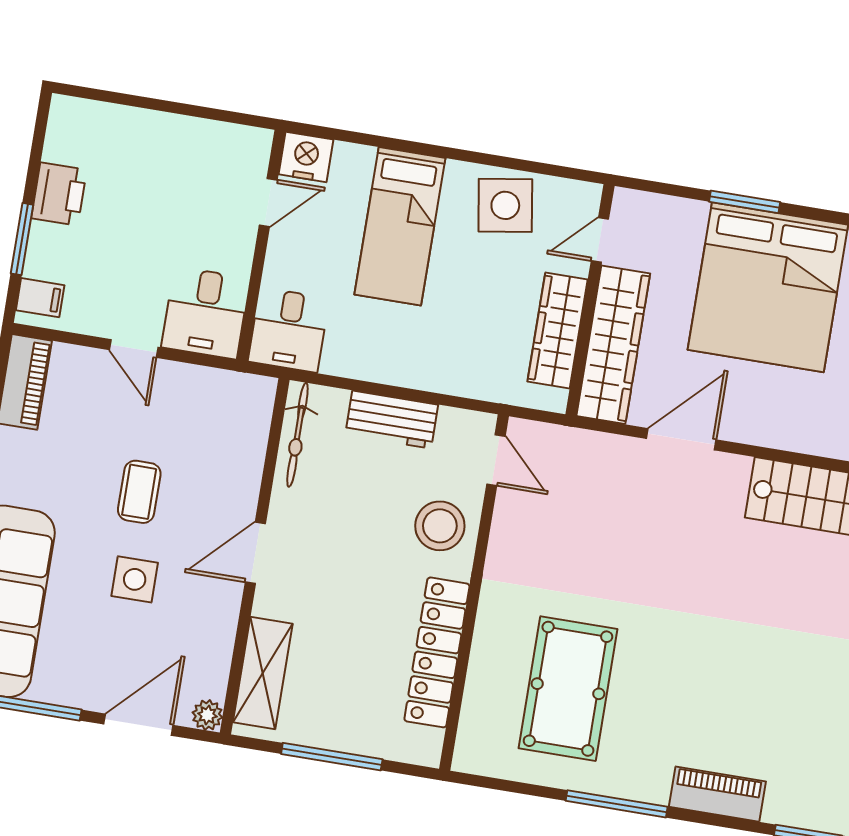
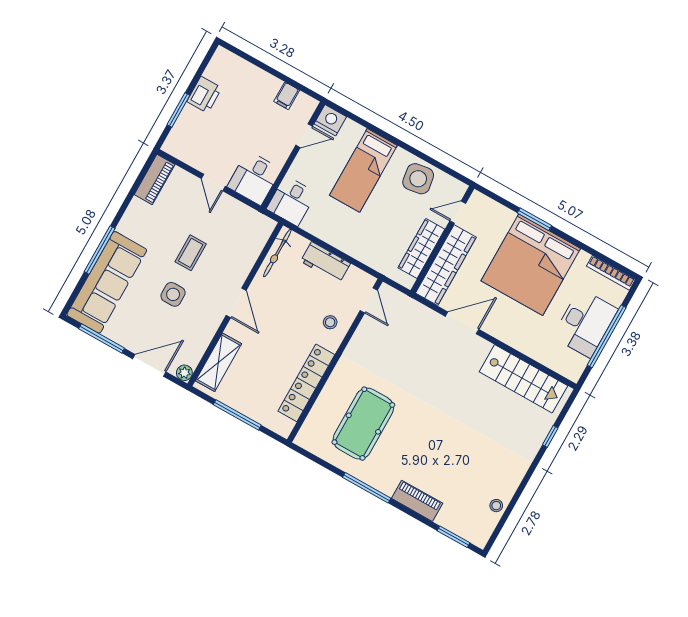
filing cabinet: (40, 298) -> (287, 96), moved, turned 90
stool: (440, 526) -> (330, 322), width x0.53, depth x0.53
door: (255, 553) -> (236, 303), swing flipped

